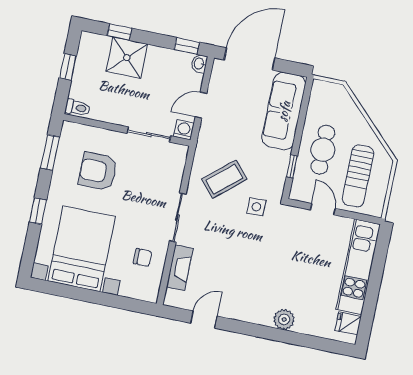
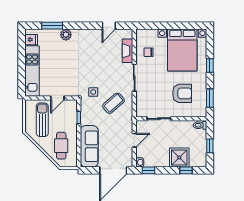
washing machine: (184, 130) -> (141, 125), removed
cafe table: (323, 150) -> (61, 146), moved
door: (323, 209) -> (57, 98), hinge flipped
window: (306, 341) -> (52, 26), added

